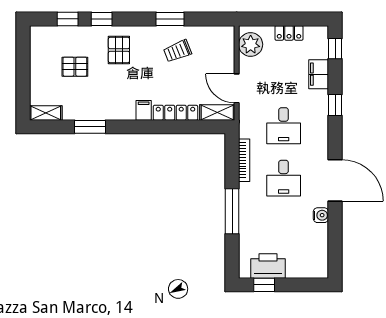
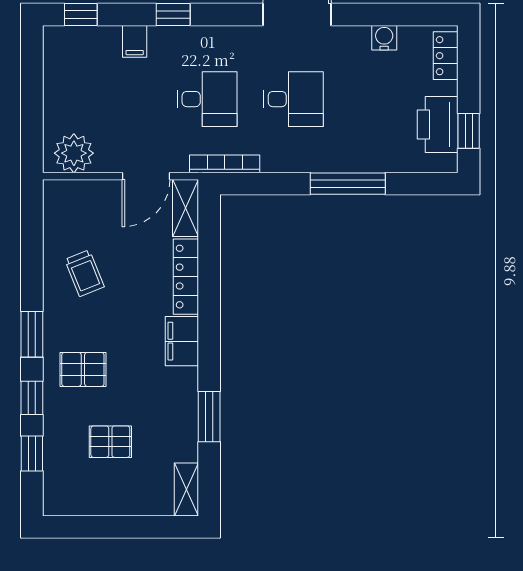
window: (170, 19) -> (32, 334), moved
locker: (289, 33) -> (446, 56), moved, turned 180
pallet: (75, 67) -> (110, 442), turned 90
filing cabinet: (319, 74) -> (135, 41), width x0.50
filing cabinet: (144, 110) -> (182, 341), width x2.00
bookcase: (244, 160) -> (225, 164), moved
water cooler: (321, 215) -> (384, 38), moved

